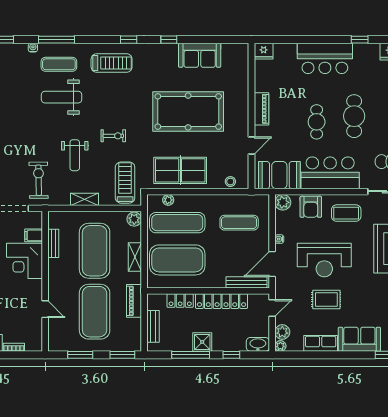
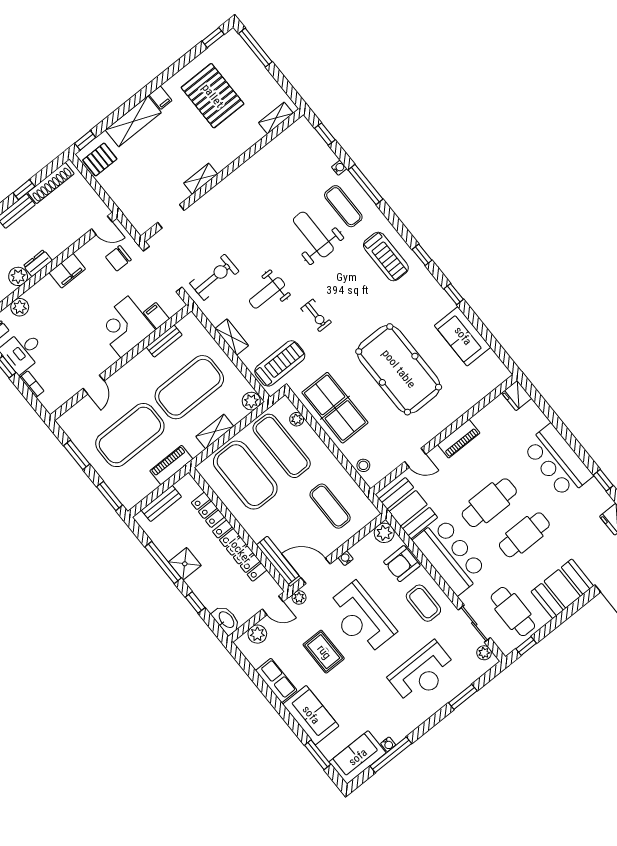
cafe table: (317, 122) -> (489, 503), width x1.37, depth x1.35
plant: (280, 346) -> (299, 597), moved

